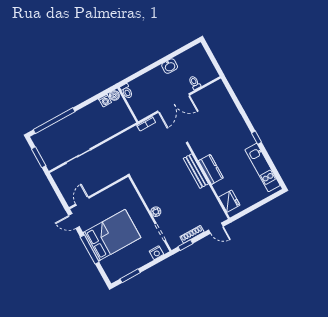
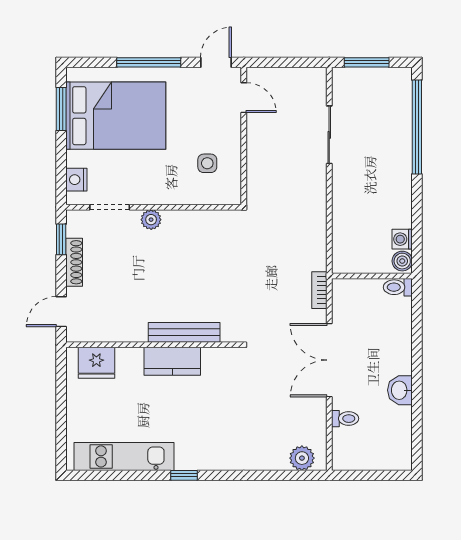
plant: (221, 92) -> (302, 458), added
side table: (119, 201) -> (207, 163), added
bed: (112, 235) -> (116, 116), moved, turned -90

